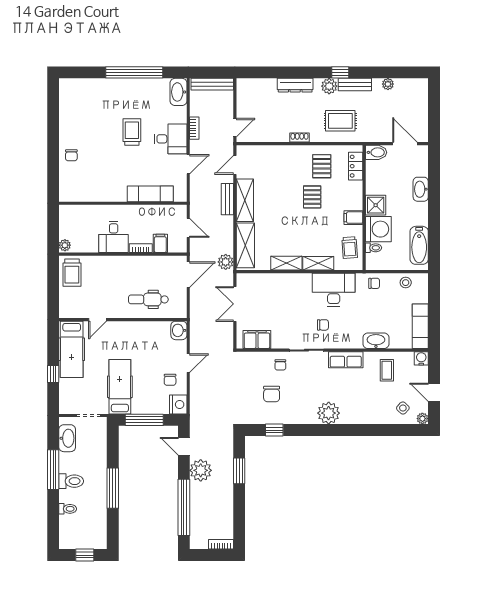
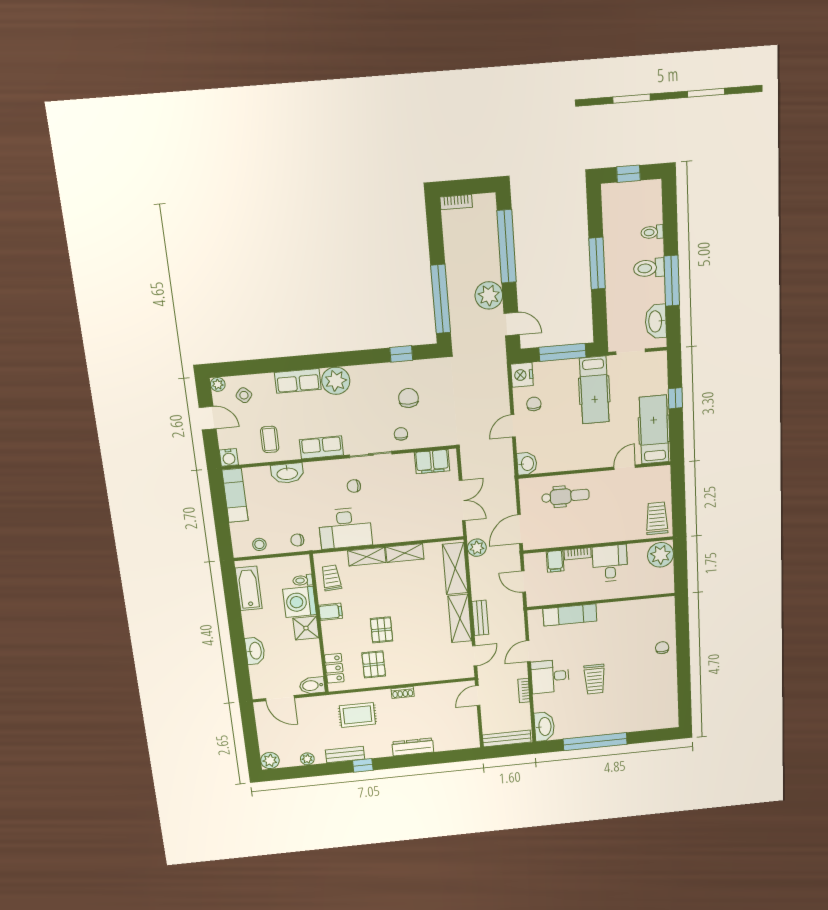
plant: (329, 86) -> (270, 761), moved
plant: (65, 245) -> (661, 555), width x1.88, depth x1.88
row of seats: (359, 416) -> (298, 381), added
window: (239, 471) -> (441, 299), width x2.11

